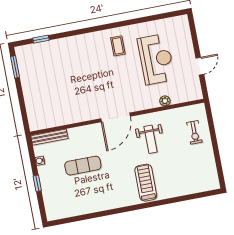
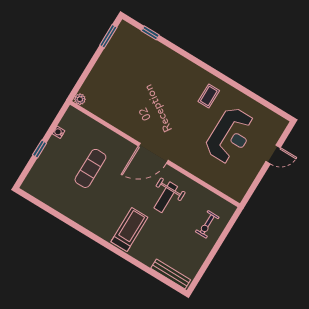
door: (200, 66) -> (273, 154), moved
plant: (165, 101) -> (80, 99), moved
bench: (49, 137) -> (171, 274), moved
exercise mat: (83, 166) -> (90, 168), turned 90

